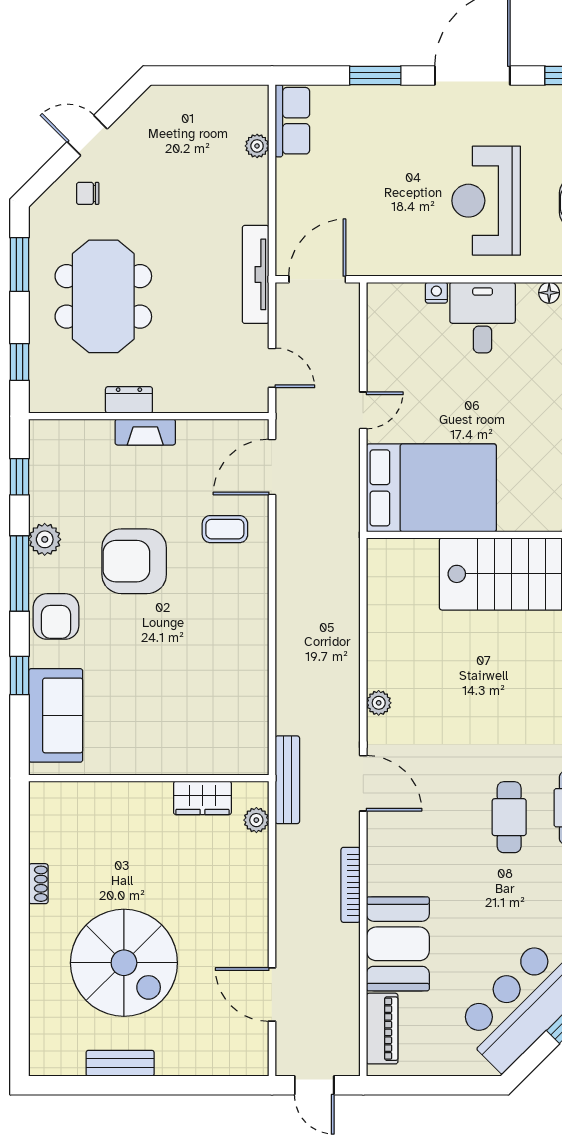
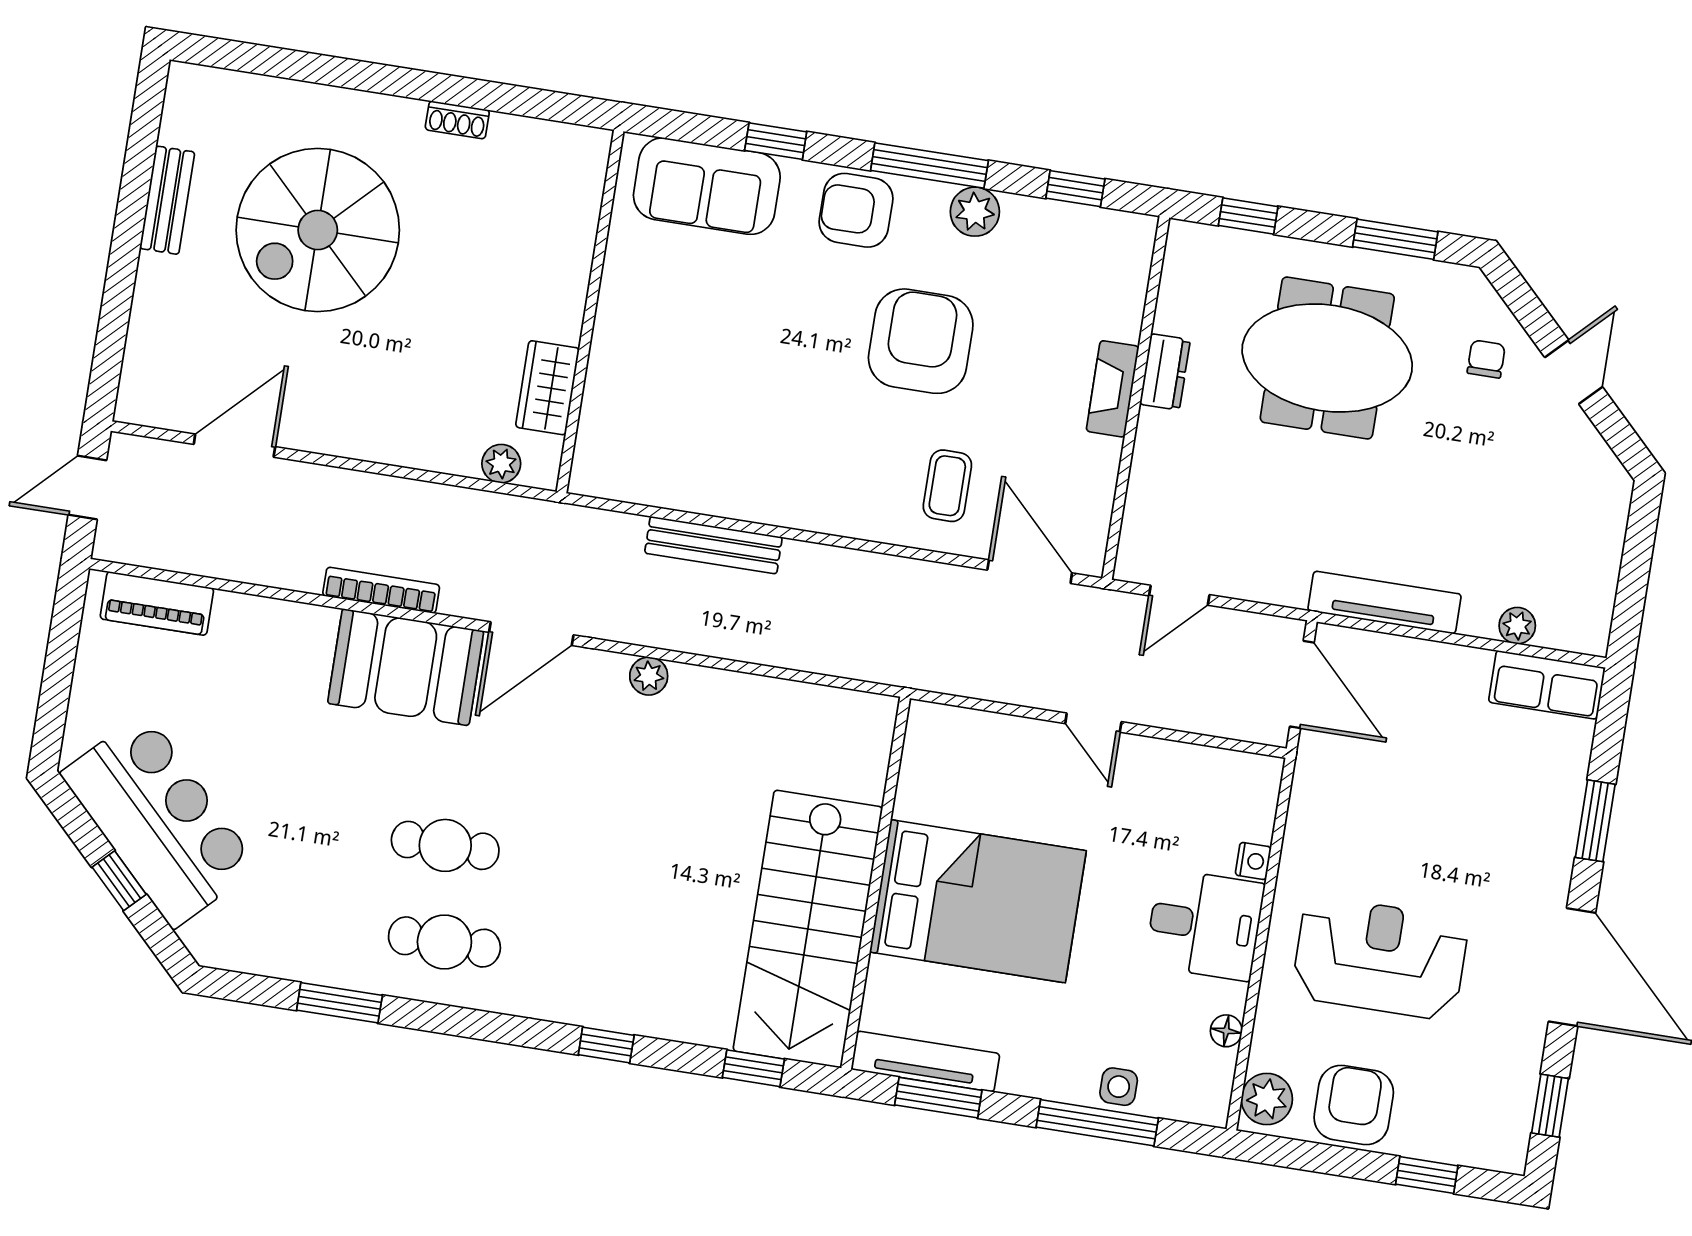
tv unit: (256, 274) -> (1384, 602), moved
bed: (431, 488) -> (978, 901), moved, turned -90
bench: (287, 780) -> (713, 545), moved
booth: (398, 944) -> (406, 667), moved

